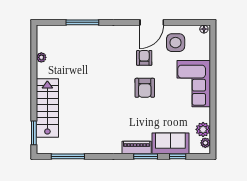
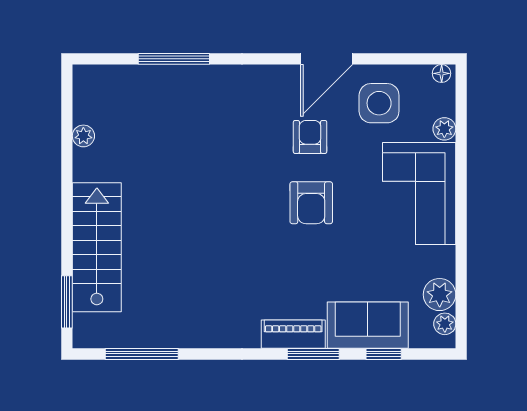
plant: (205, 54) -> (444, 129), added

